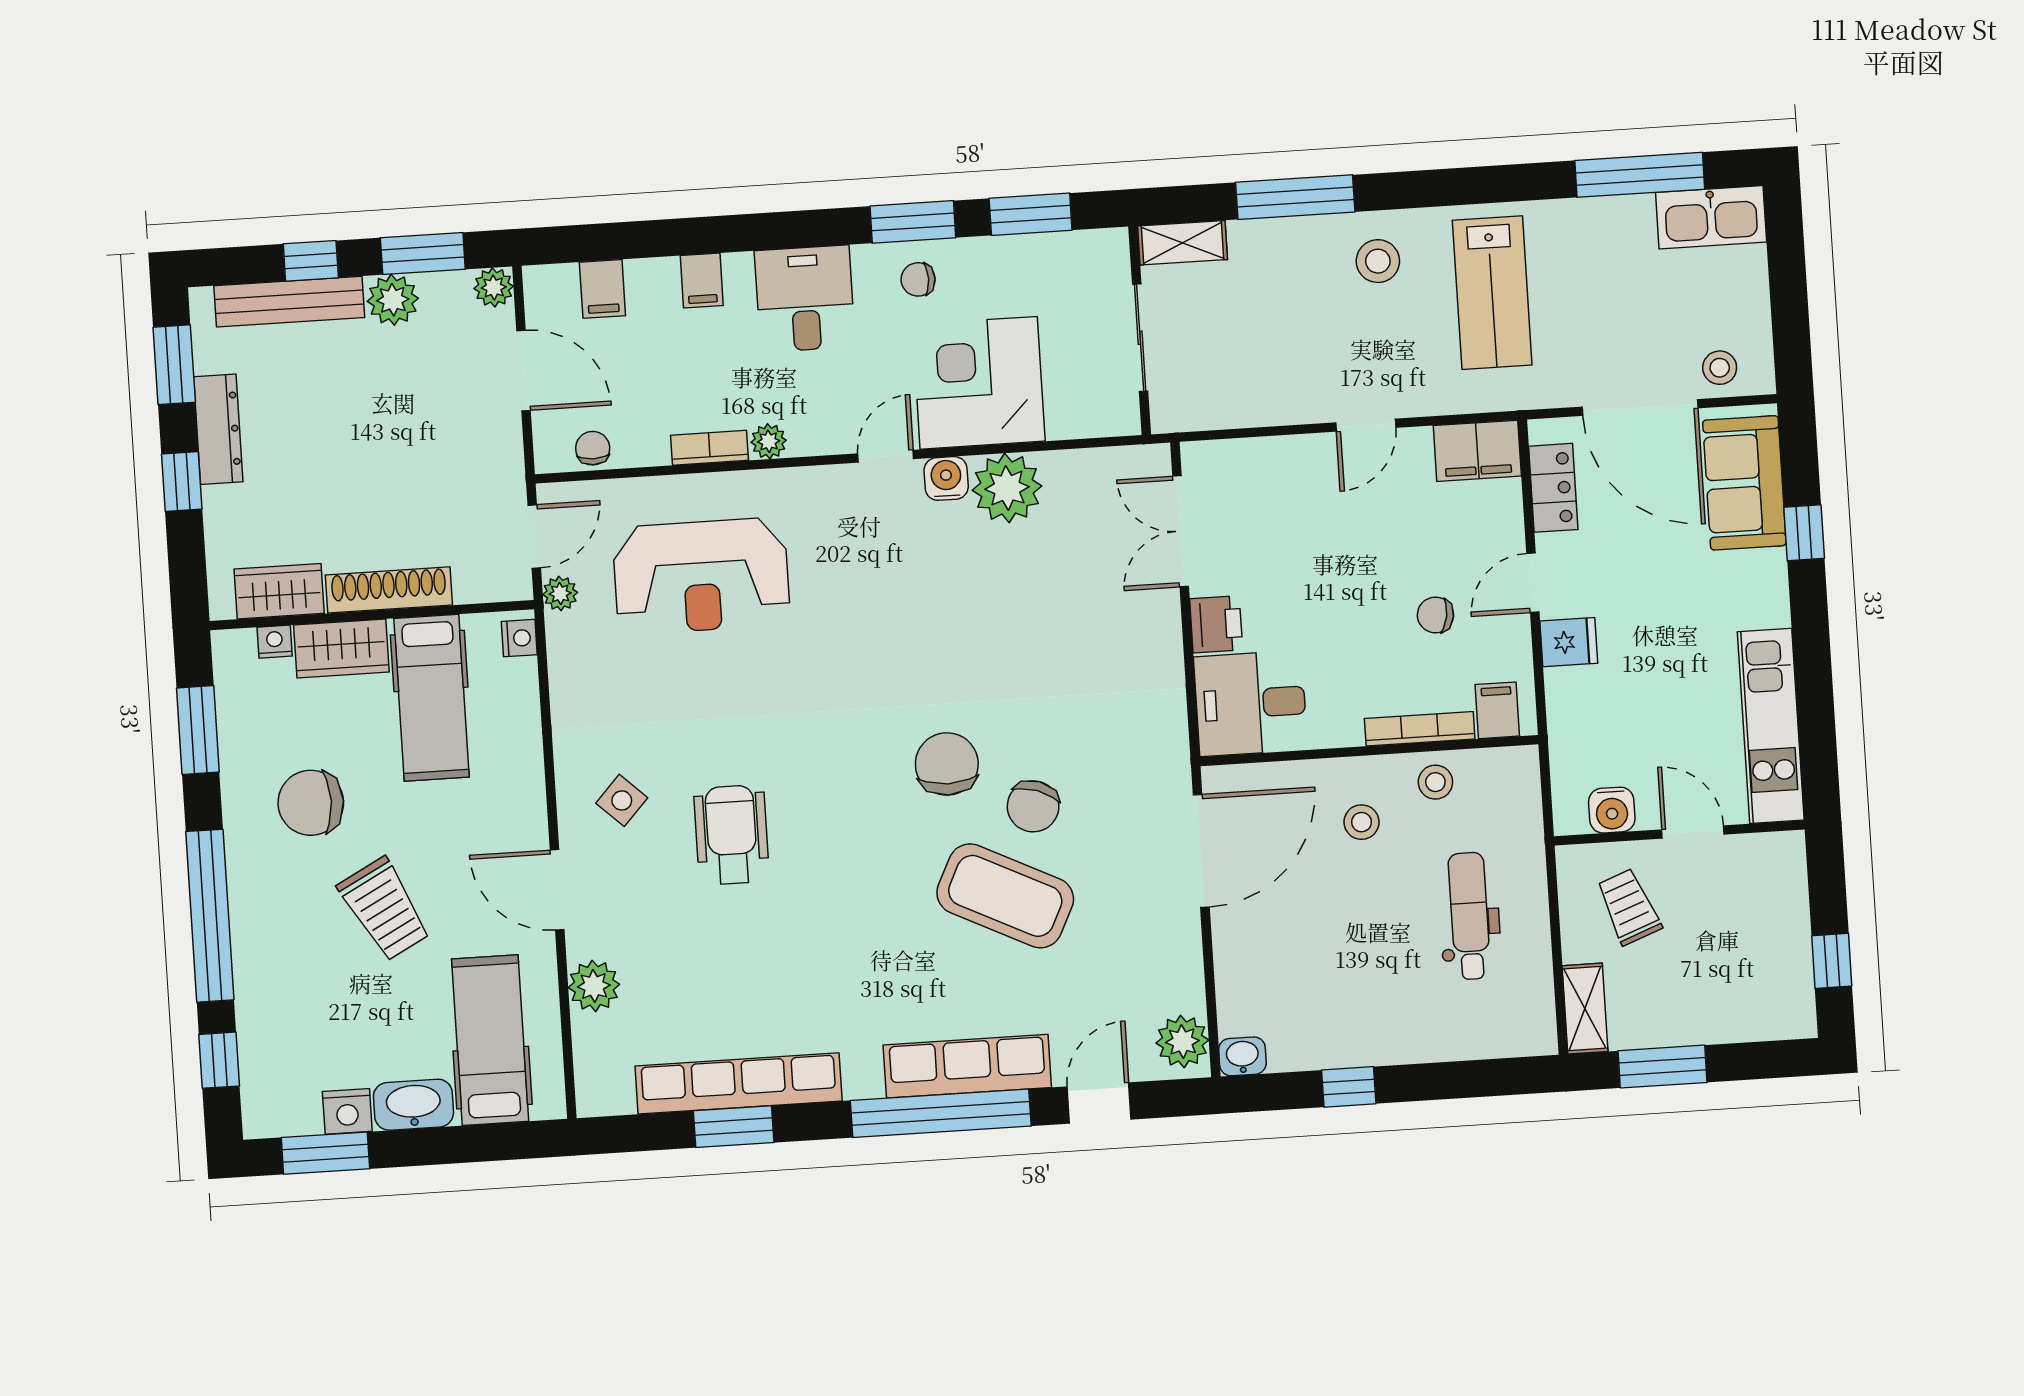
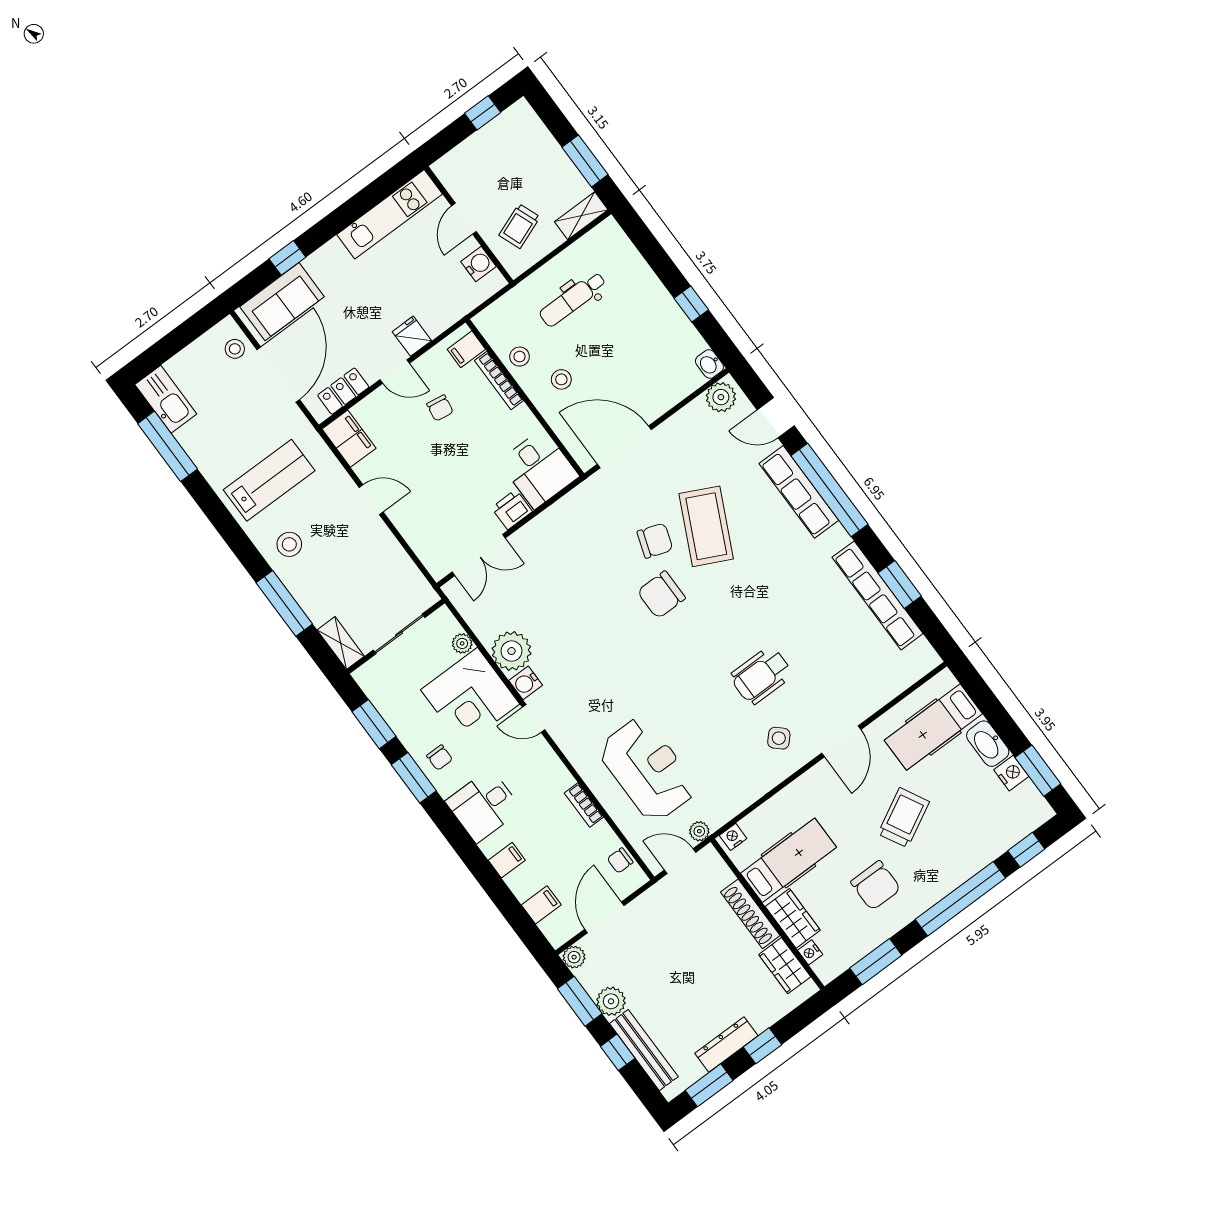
plant: (769, 441) -> (462, 643), moved
plant: (594, 986) -> (876, 694), removed

